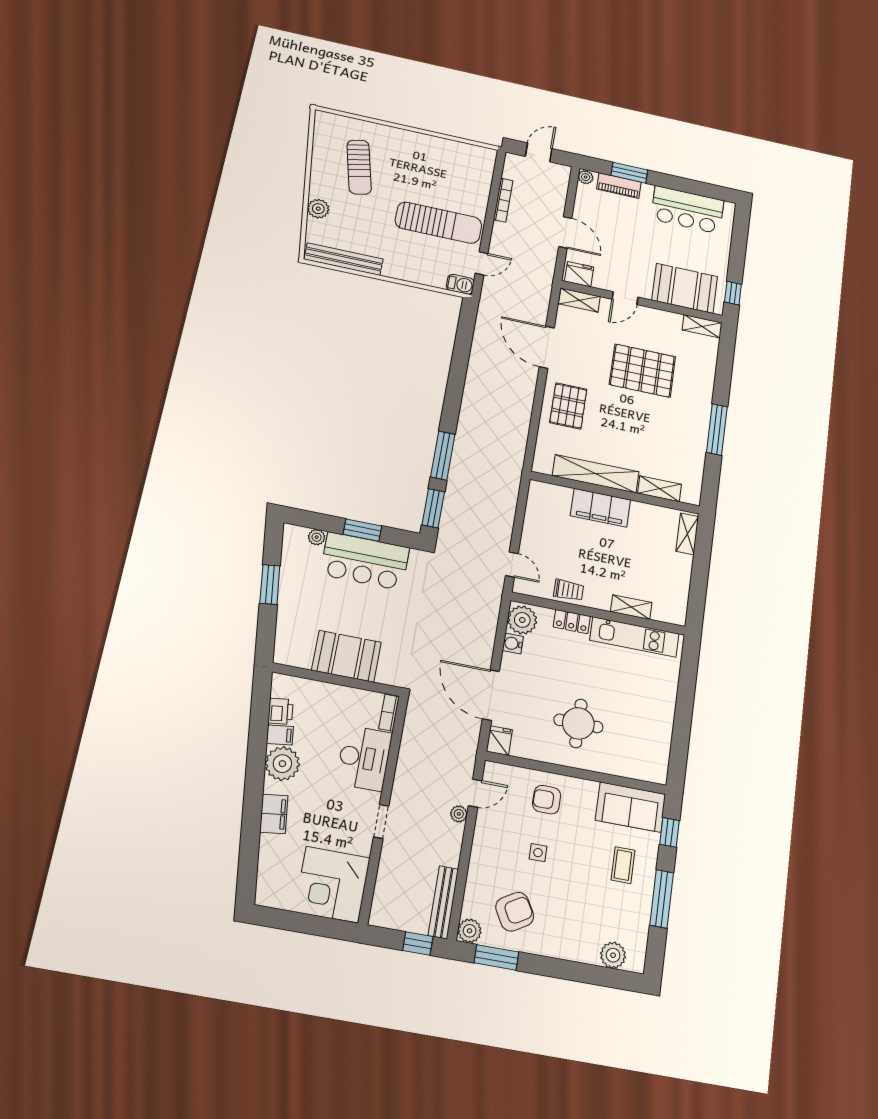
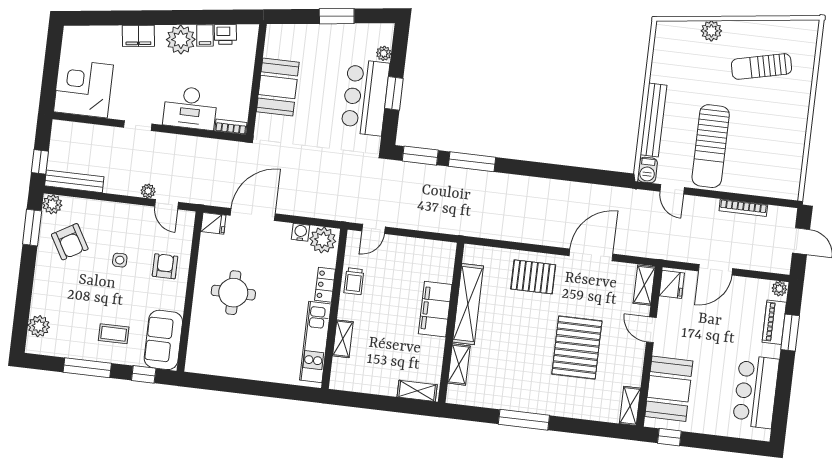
bench: (344, 259) -> (654, 120), moved

